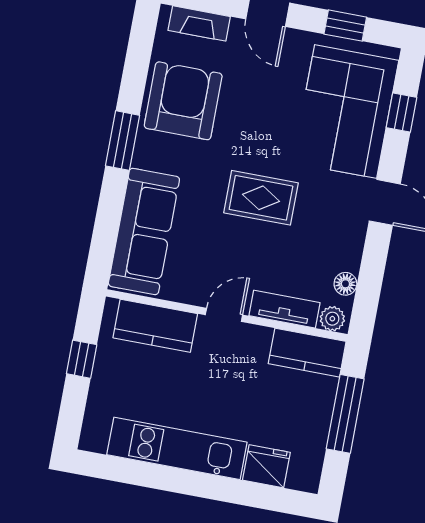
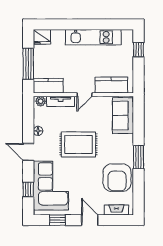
rug: (261, 198) -> (78, 144), width x1.36, depth x1.43
sofa: (144, 231) -> (123, 116), width x0.73
floor lamp: (345, 284) -> (38, 131), moved
window: (82, 359) -> (138, 50), moved
fridge: (266, 466) -> (42, 37), moved

